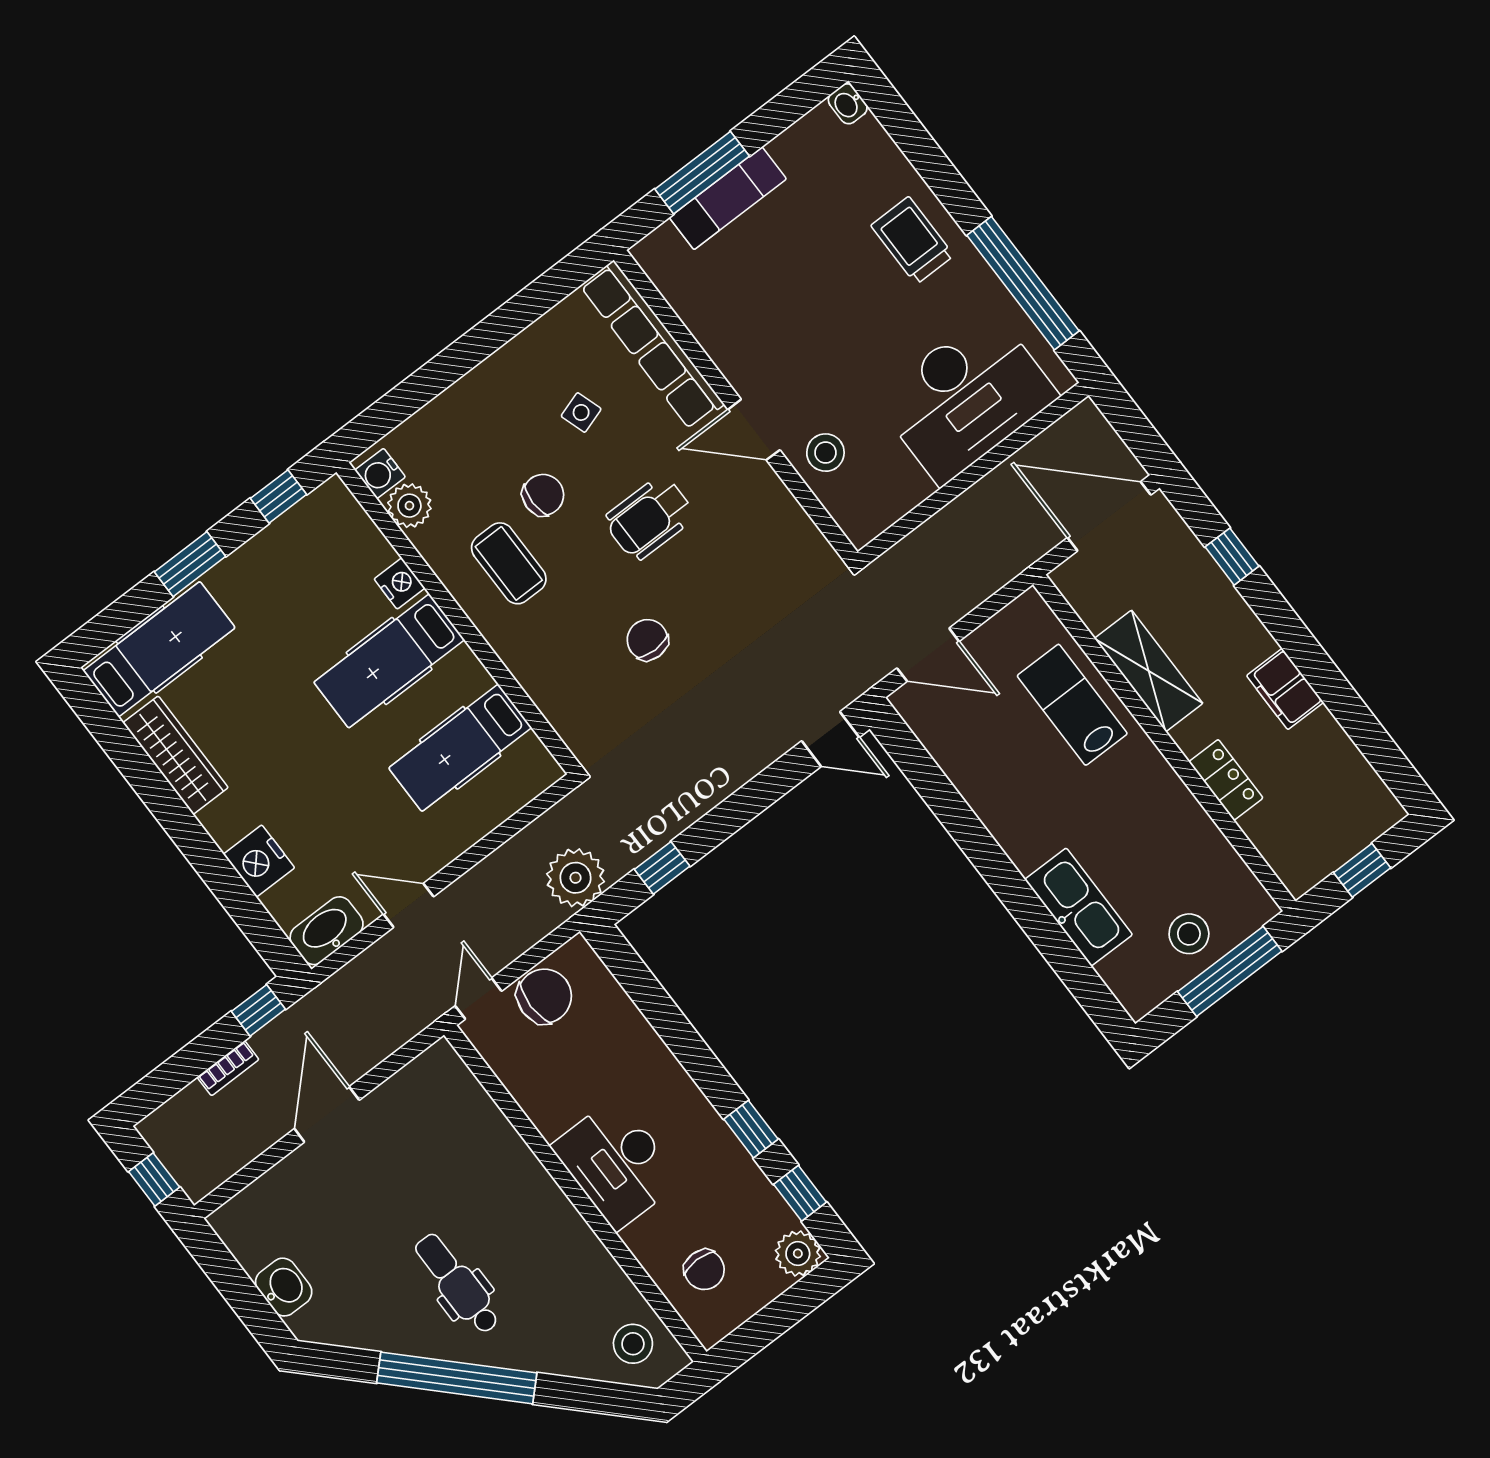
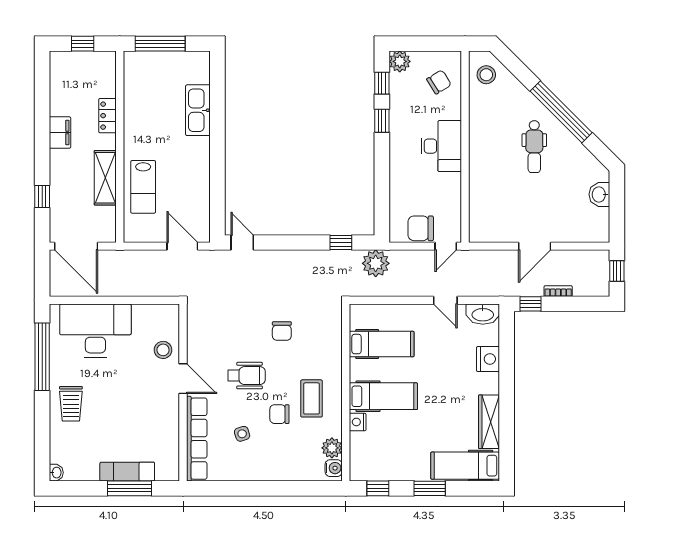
stool: (1189, 934) -> (165, 69), removed
chair: (704, 1270) -> (439, 82), turned 58

